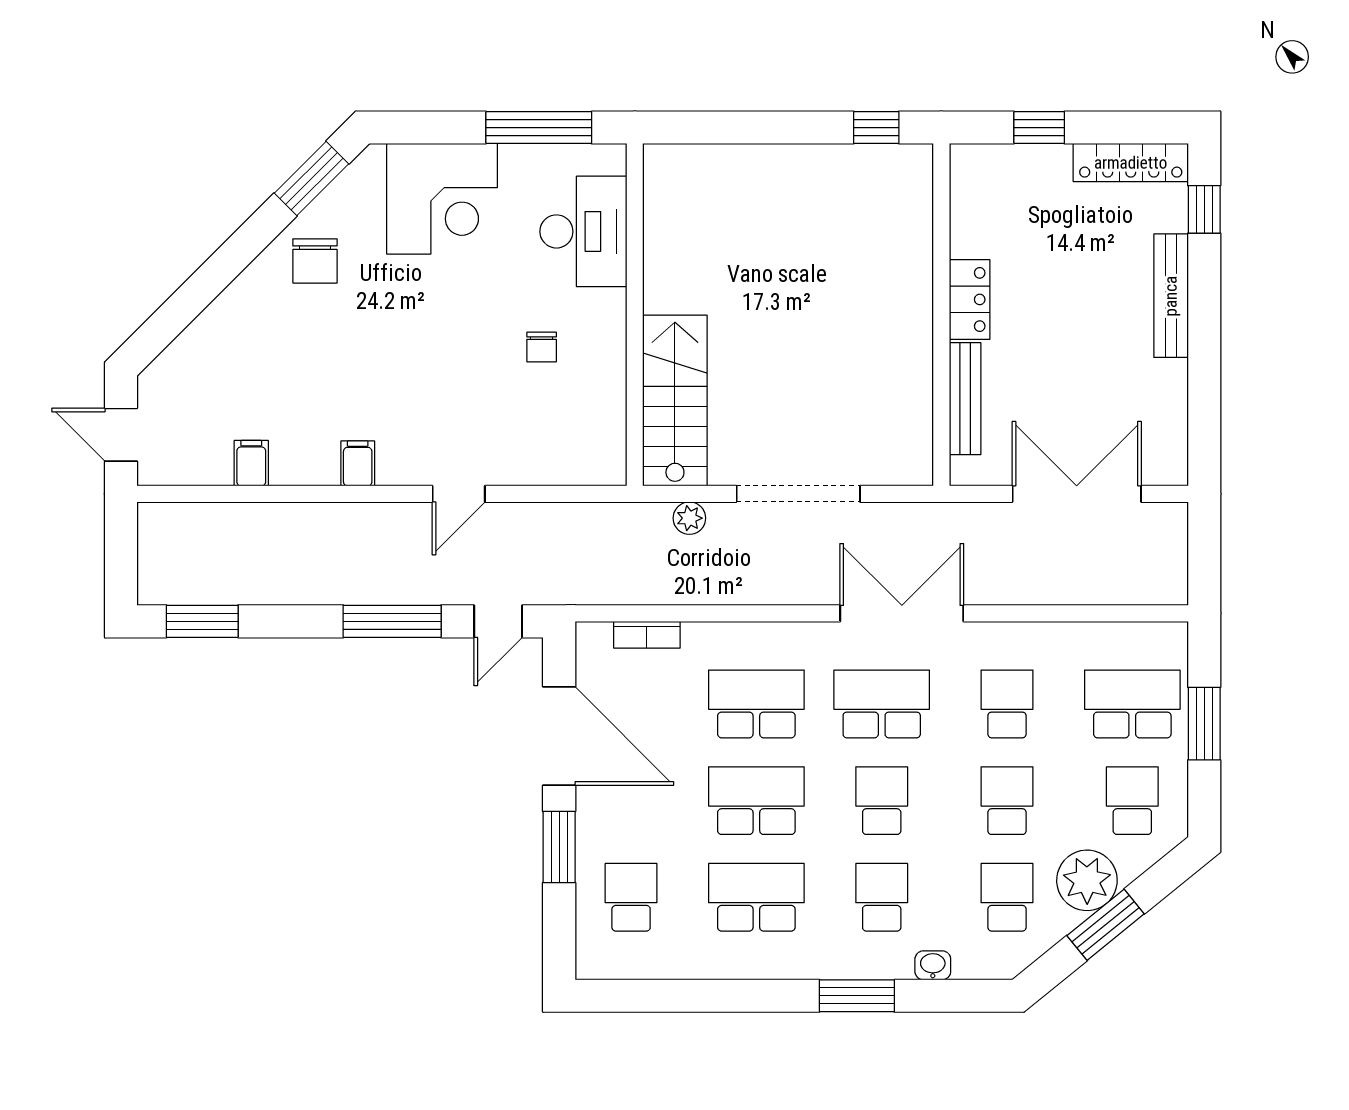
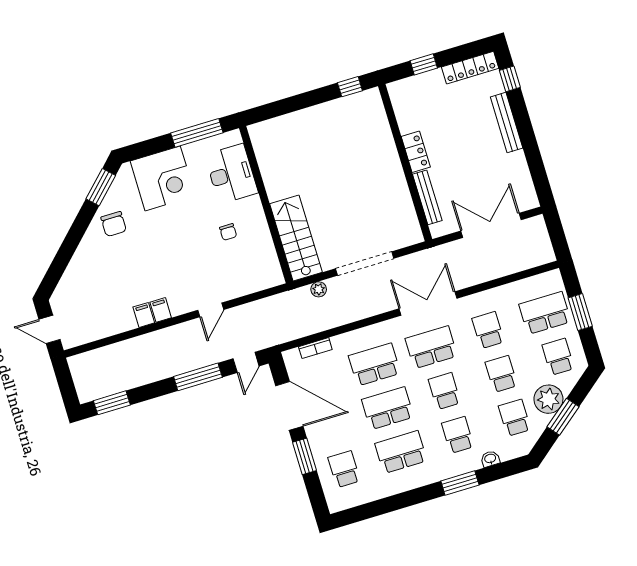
filing cabinet: (251, 463) -> (144, 315), moved

